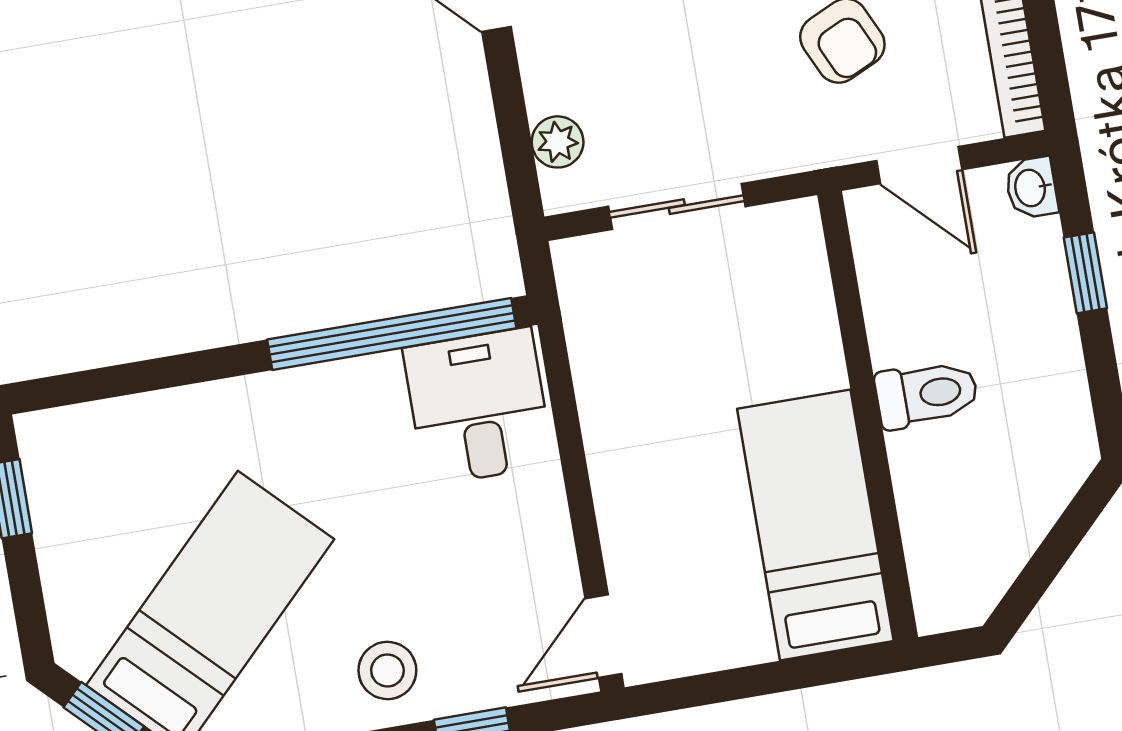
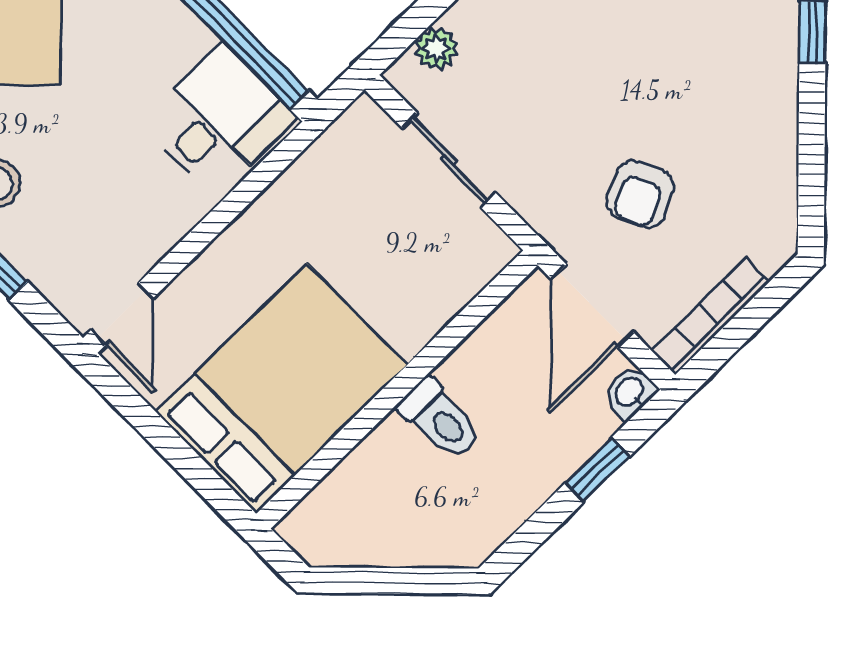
door: (919, 165) -> (592, 305), width x1.38
bed: (815, 525) -> (281, 389), width x1.50
door: (603, 636) -> (122, 314), swing flipped

